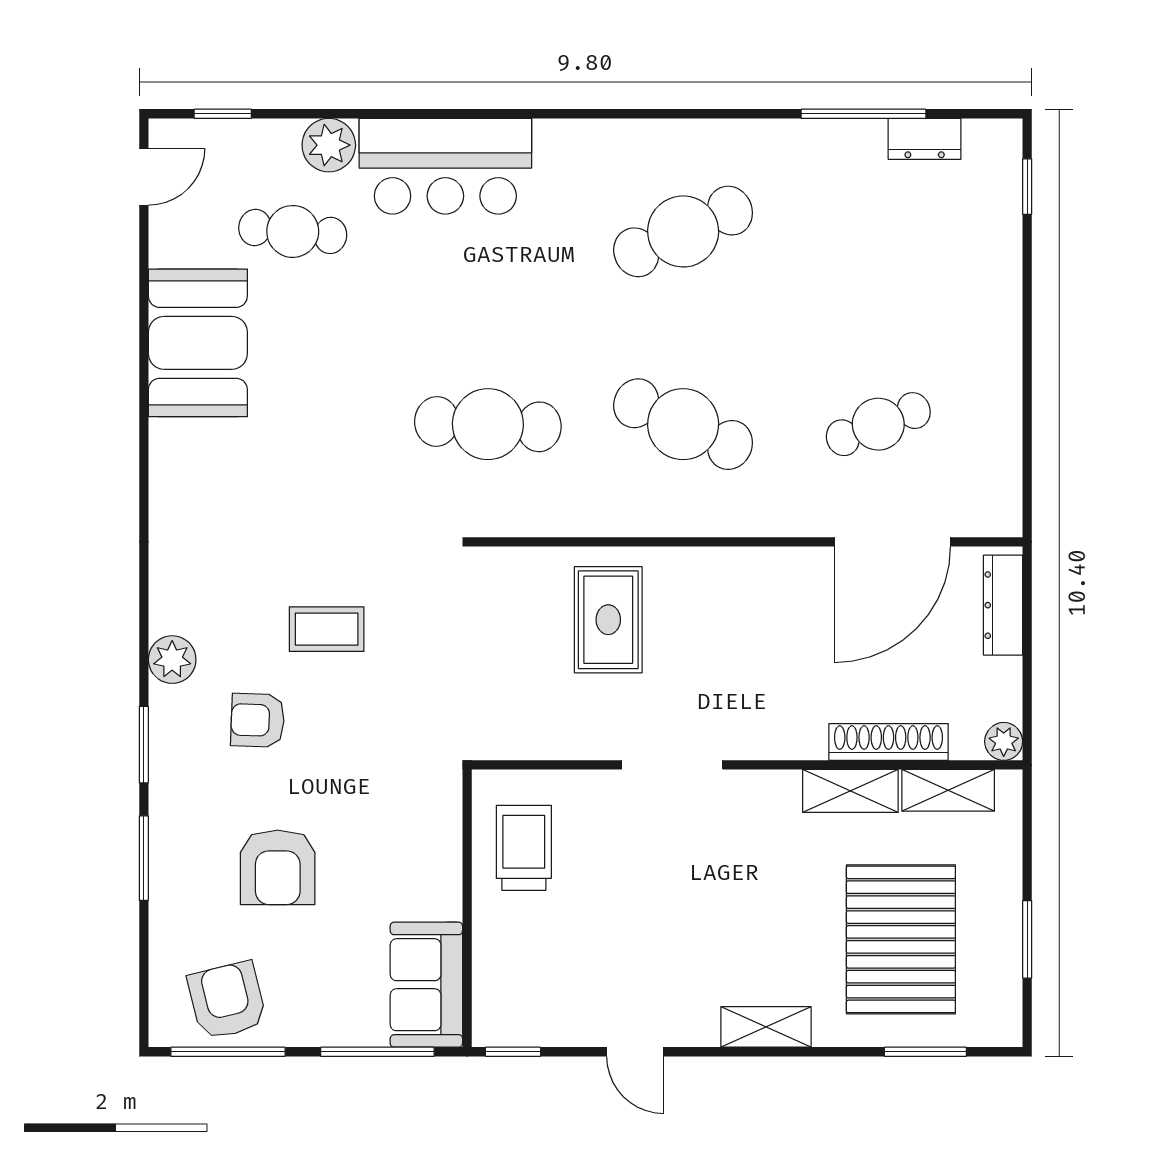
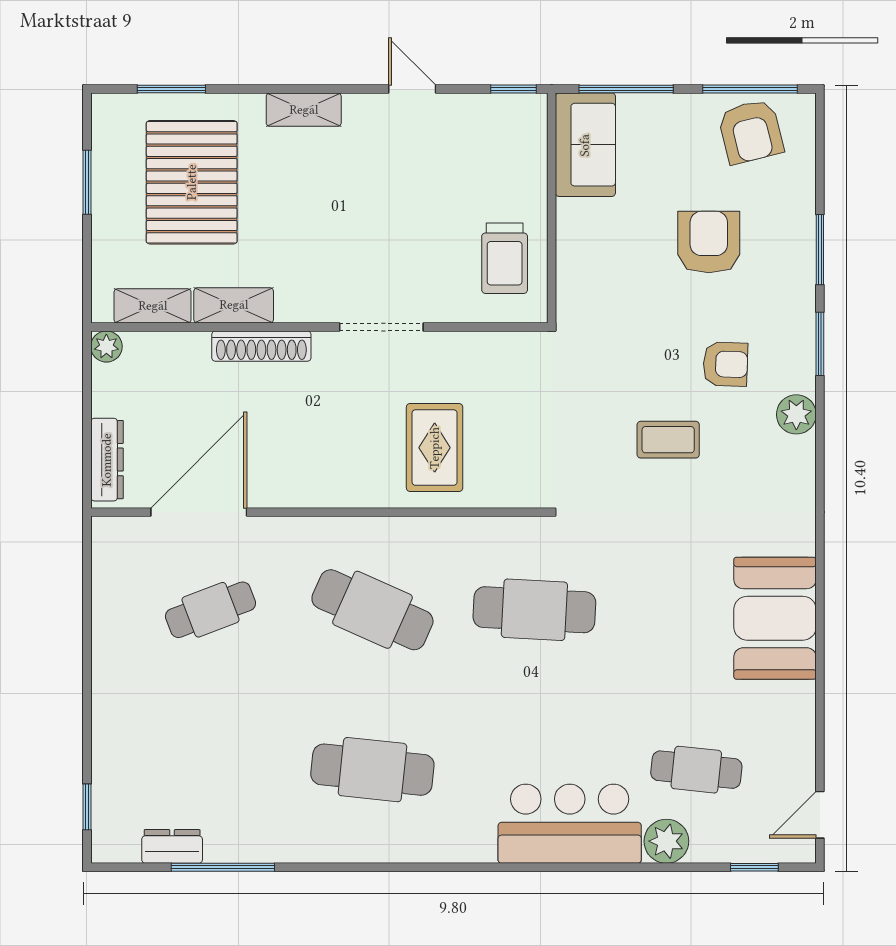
cafe table: (683, 231) -> (372, 770), turned 30
booth: (198, 343) -> (775, 618), moved
shoe rack: (888, 742) -> (261, 346), moved

